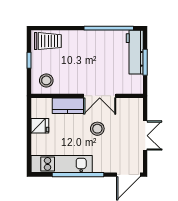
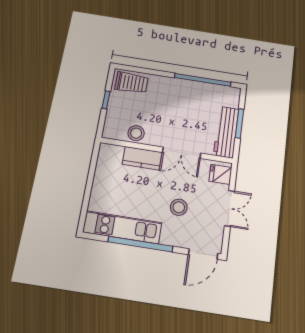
workbench: (135, 52) -> (226, 132), moved
stool: (46, 80) -> (136, 133), moved
fridge: (40, 126) -> (220, 174), moved, turned 180
stool: (97, 129) -> (179, 207), moved

